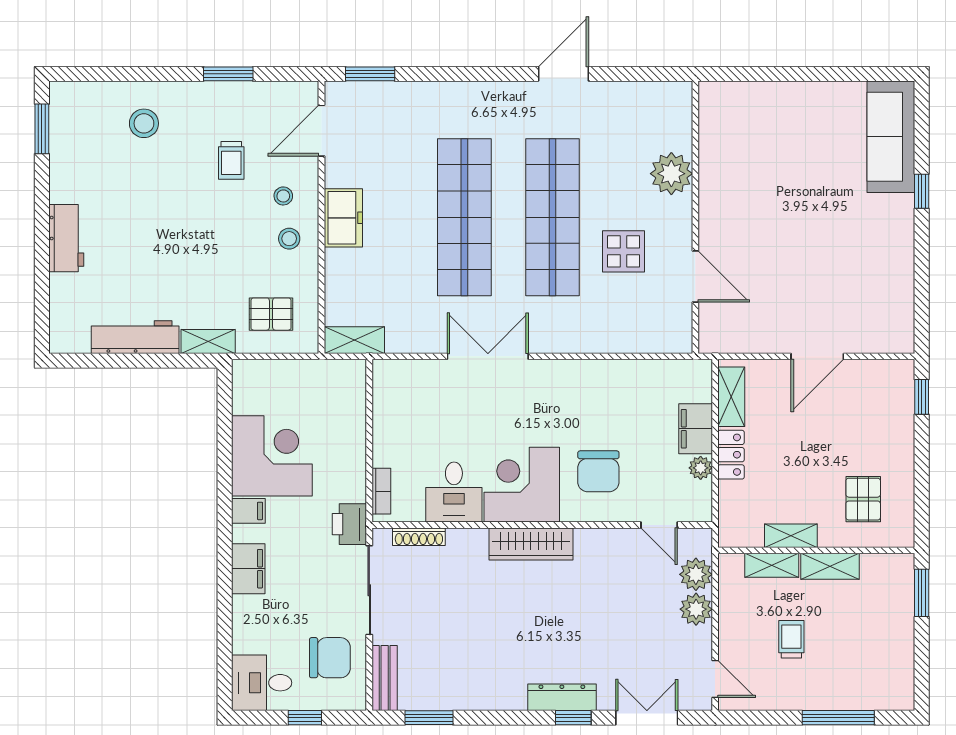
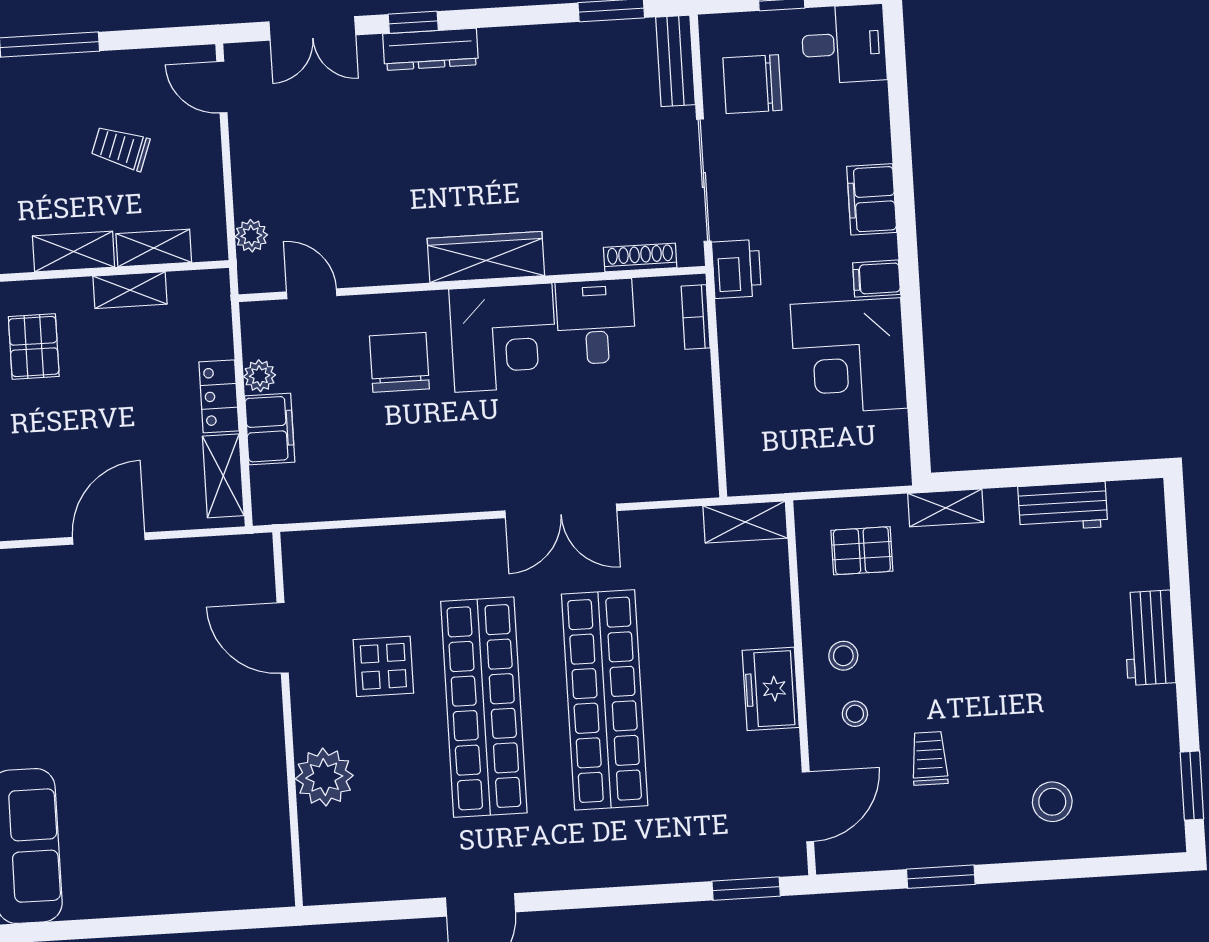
workbench: (135, 337) -> (1063, 507), width x0.73
plant: (696, 574) -> (251, 236), width x0.73, depth x0.73
plant: (696, 609) -> (254, 181), removed
trolley: (791, 639) -> (121, 148), turned 110

